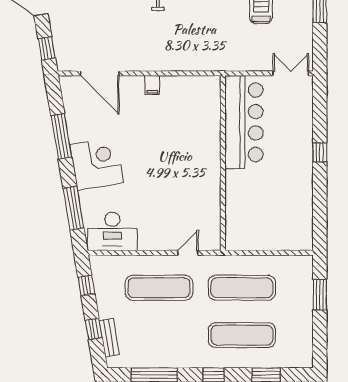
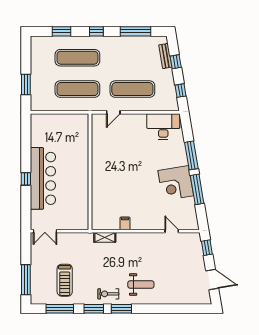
shelving: (201, 64) -> (105, 237), added
door: (100, 73) -> (172, 231), width x0.53
filing cabinet: (152, 85) -> (125, 223), moved
bar counter: (244, 122) -> (43, 178), moved, turned 180
corner desk: (97, 164) -> (176, 183), moved
window: (73, 208) -> (191, 155), moved

